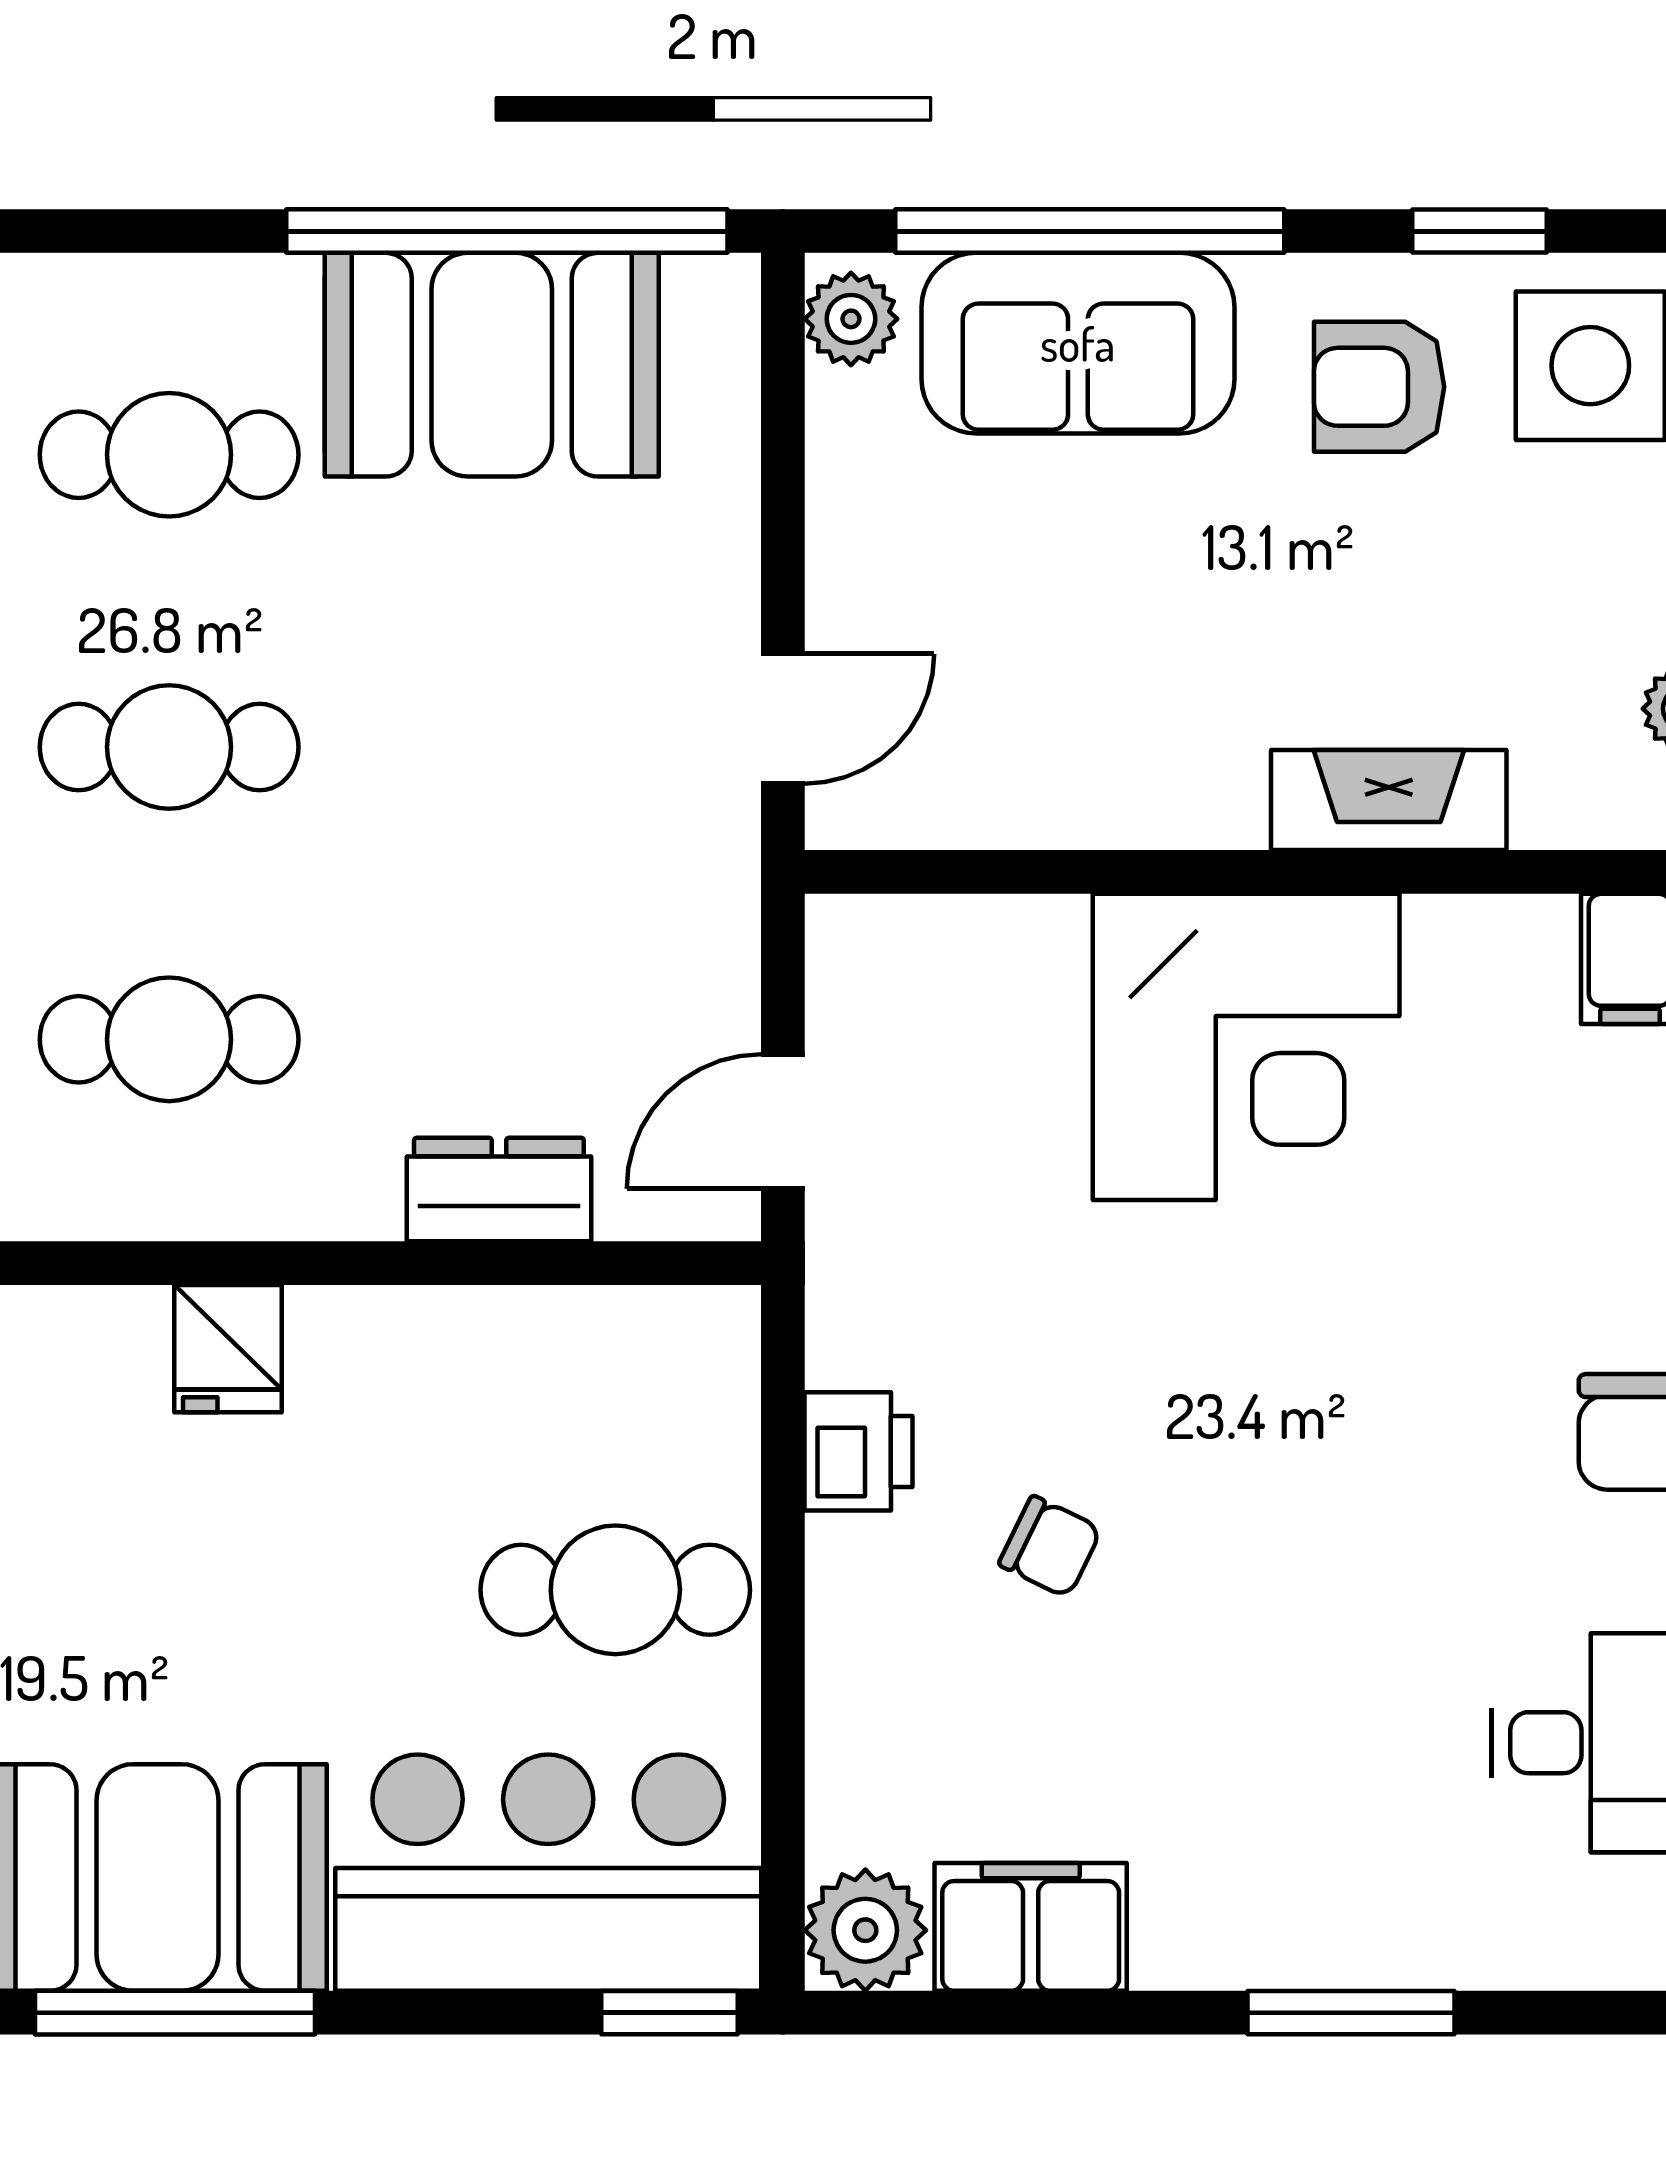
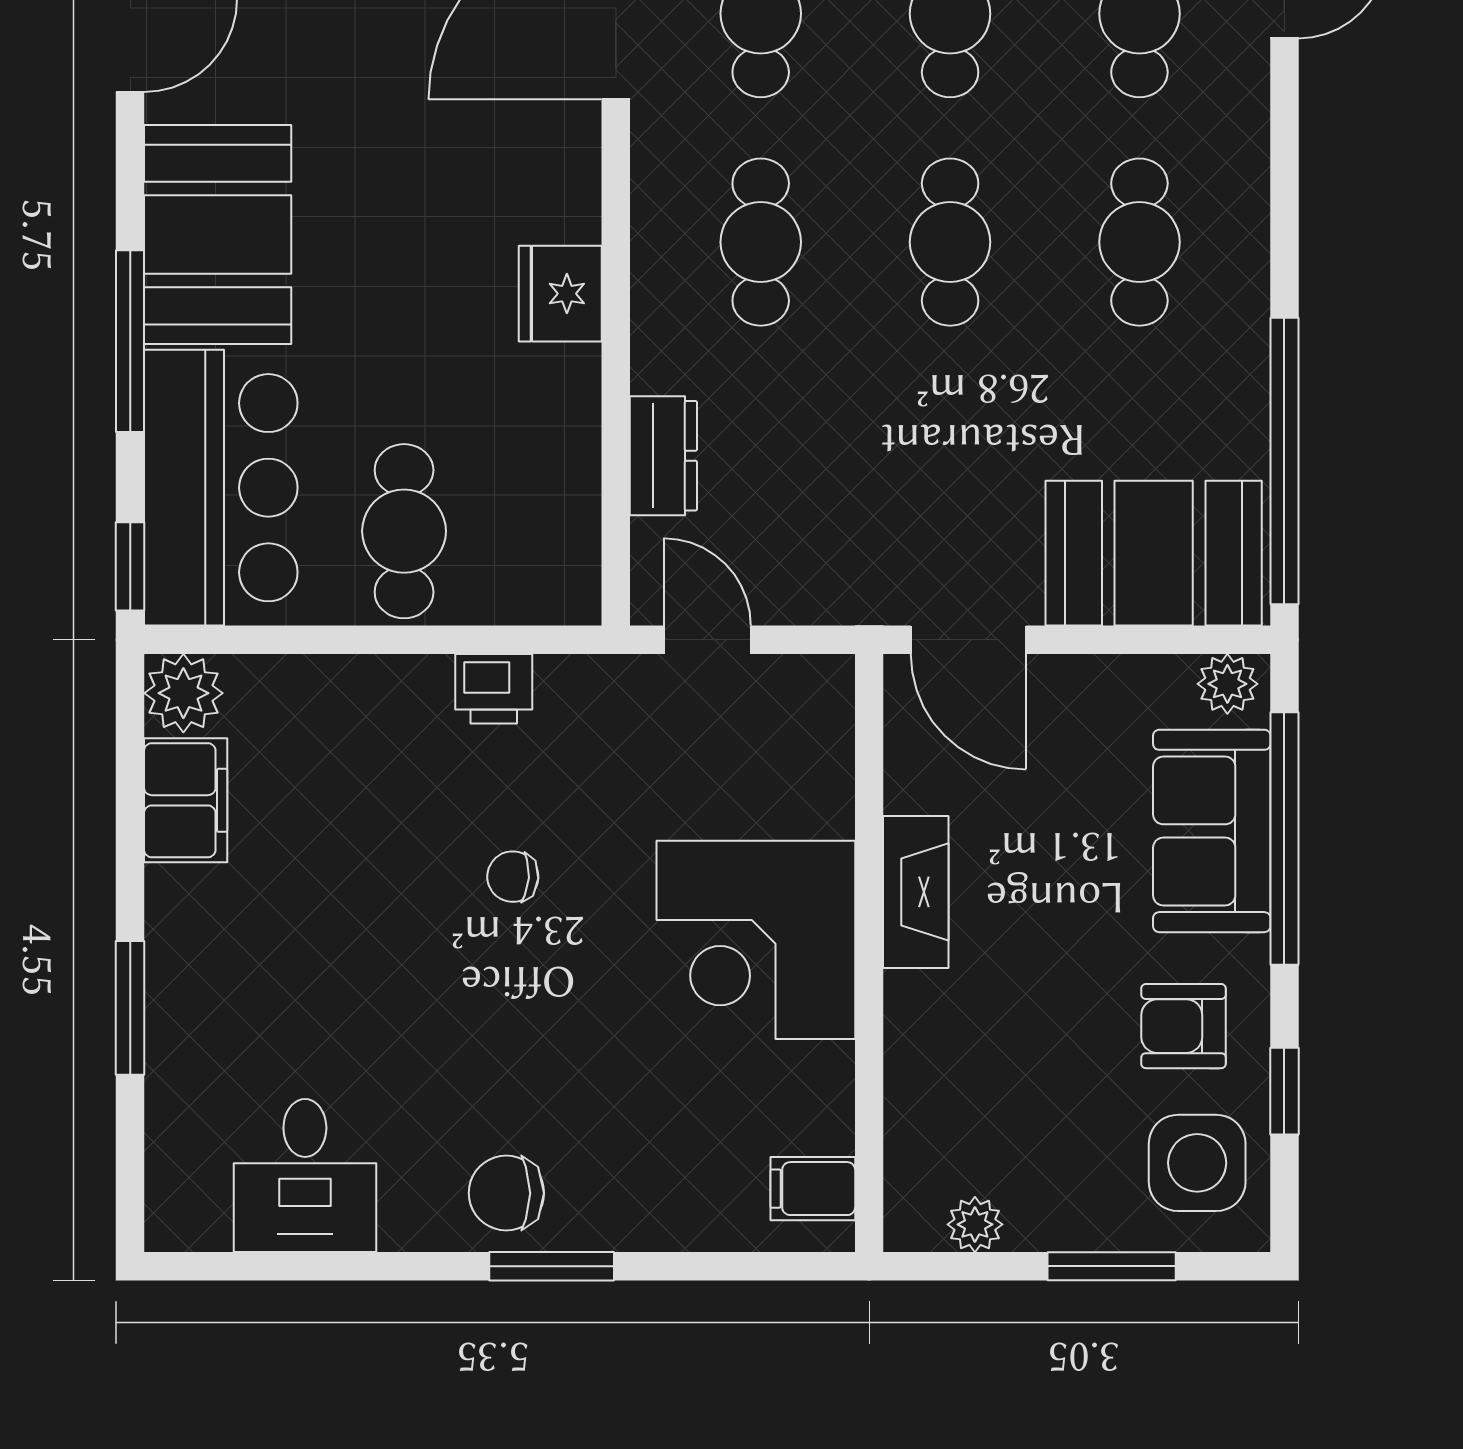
booth: (492, 365) -> (1154, 553), moved, turned 90
armchair: (1379, 387) -> (1183, 1026), turned -90
door: (783, 719) -> (968, 640), width x1.38
fireplace: (1389, 800) -> (916, 892), moved
fridge: (228, 1349) -> (560, 294), width x1.38
chair: (1050, 1547) -> (513, 877), moved, turned 68
window: (175, 2013) -> (130, 341), moved

